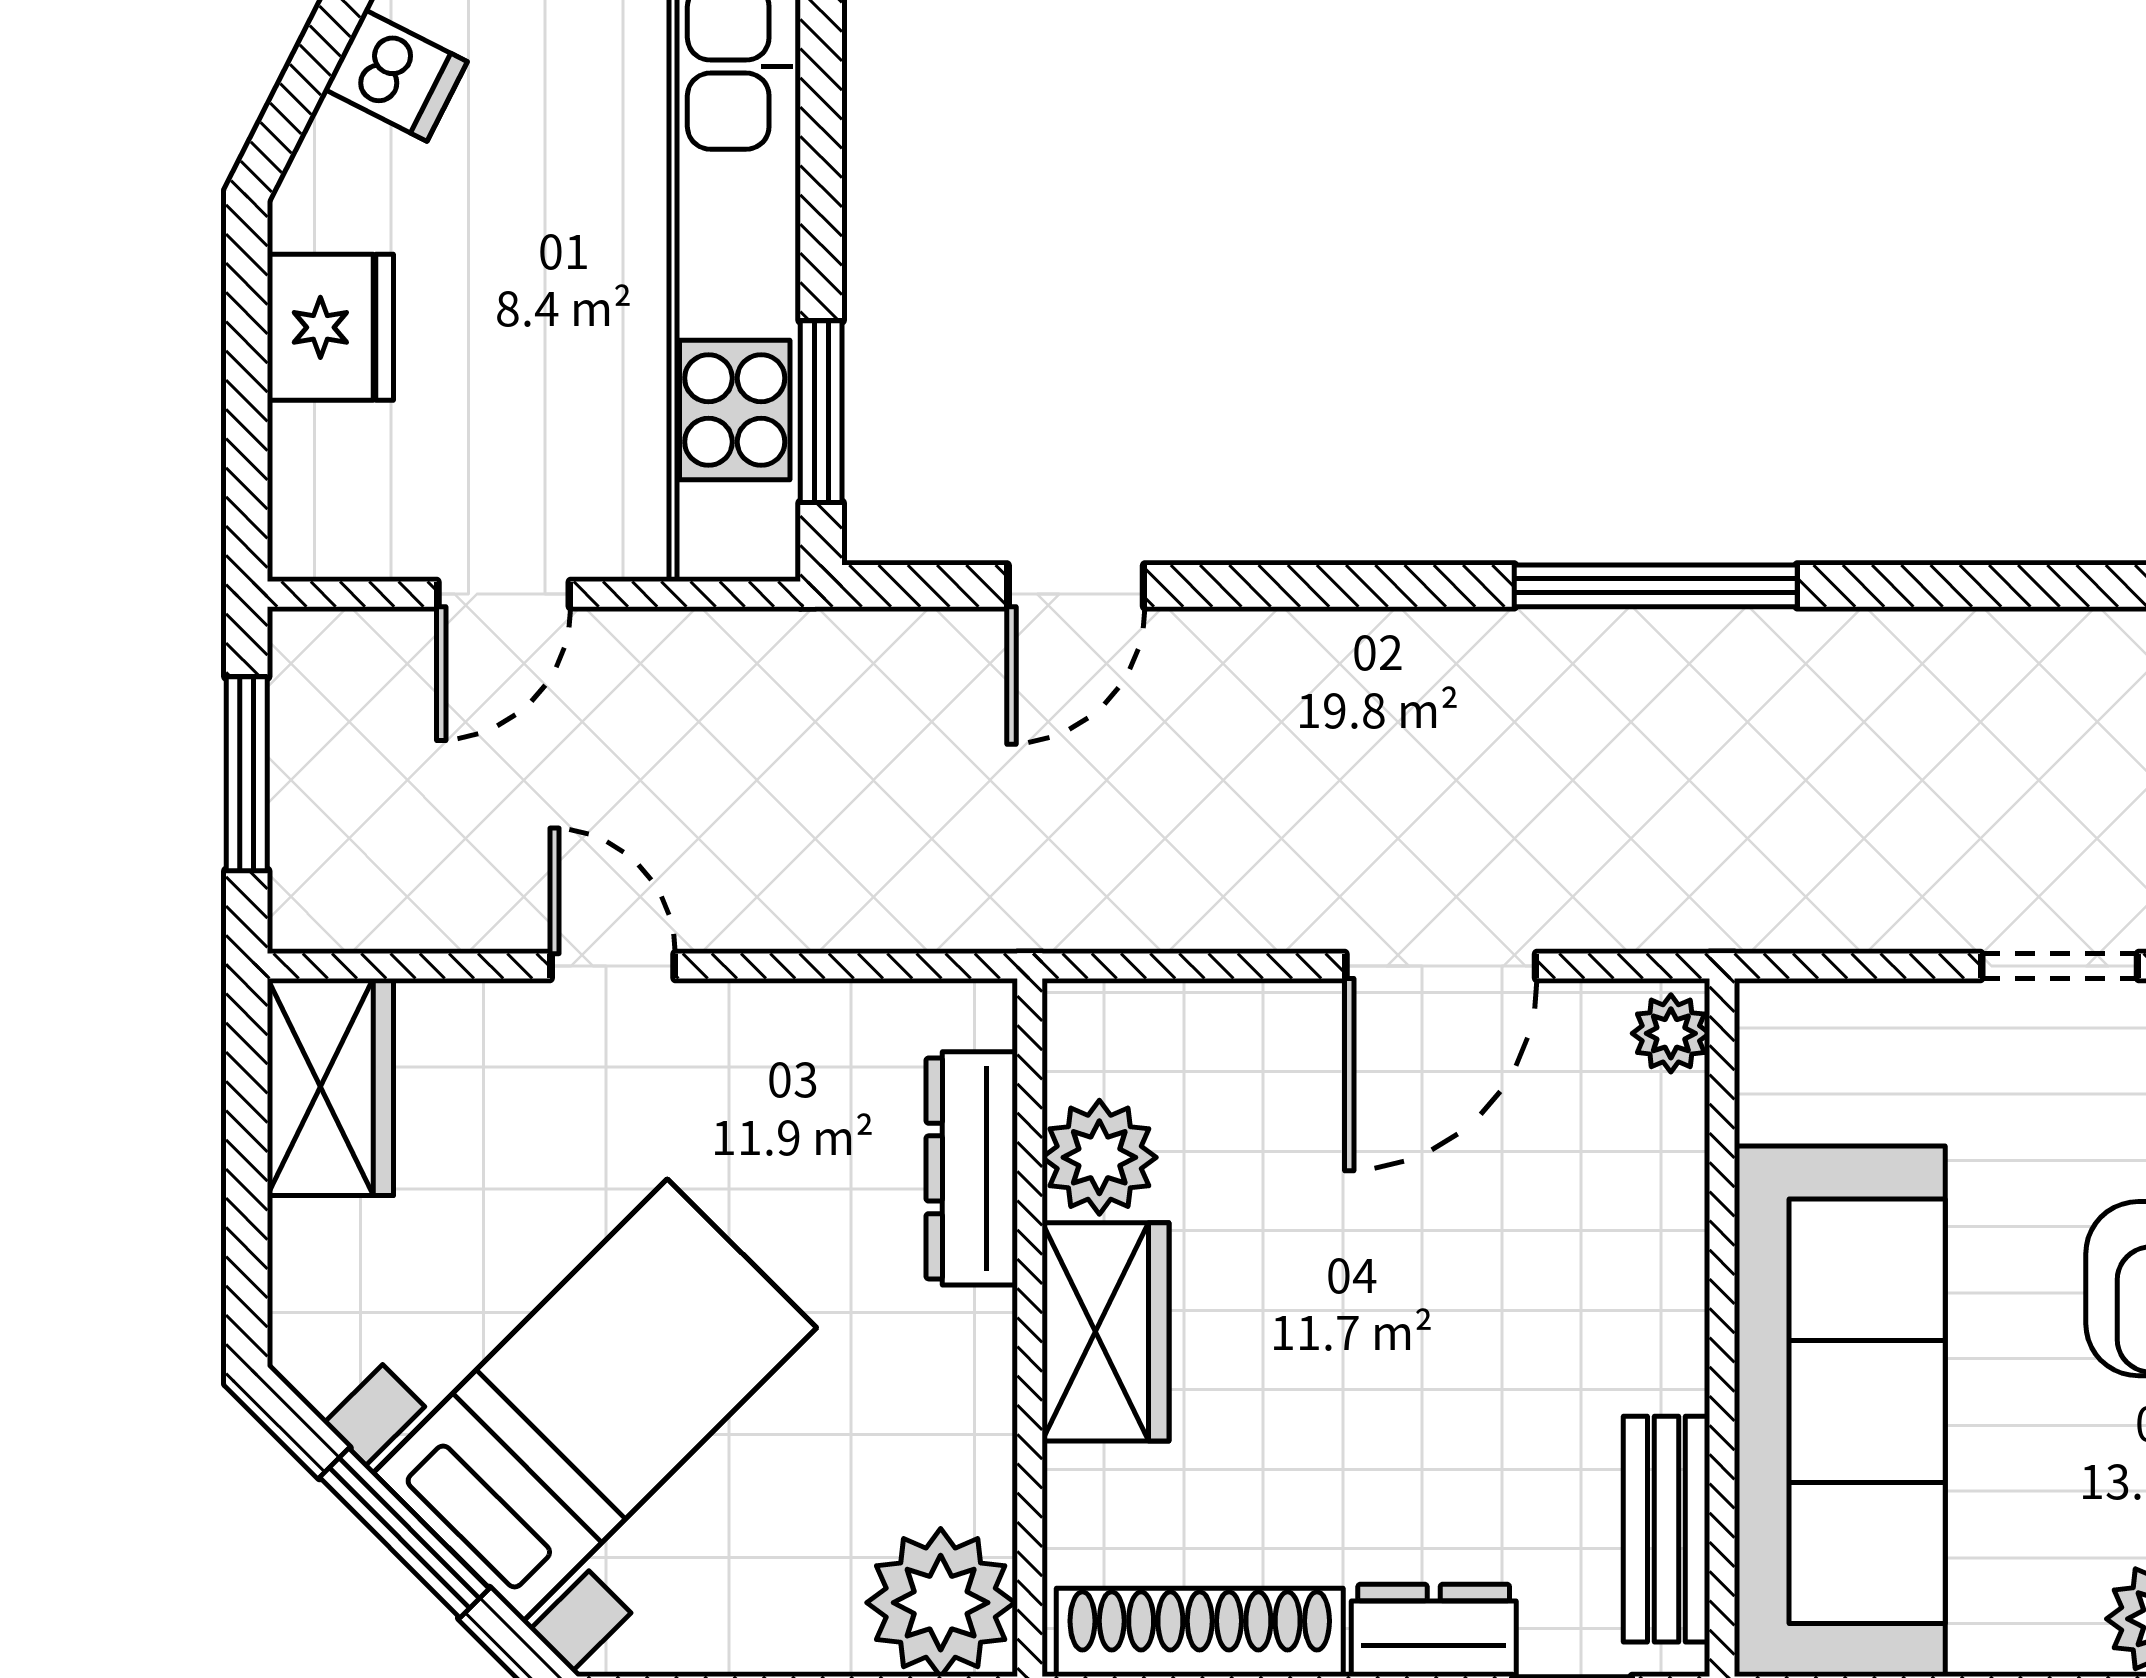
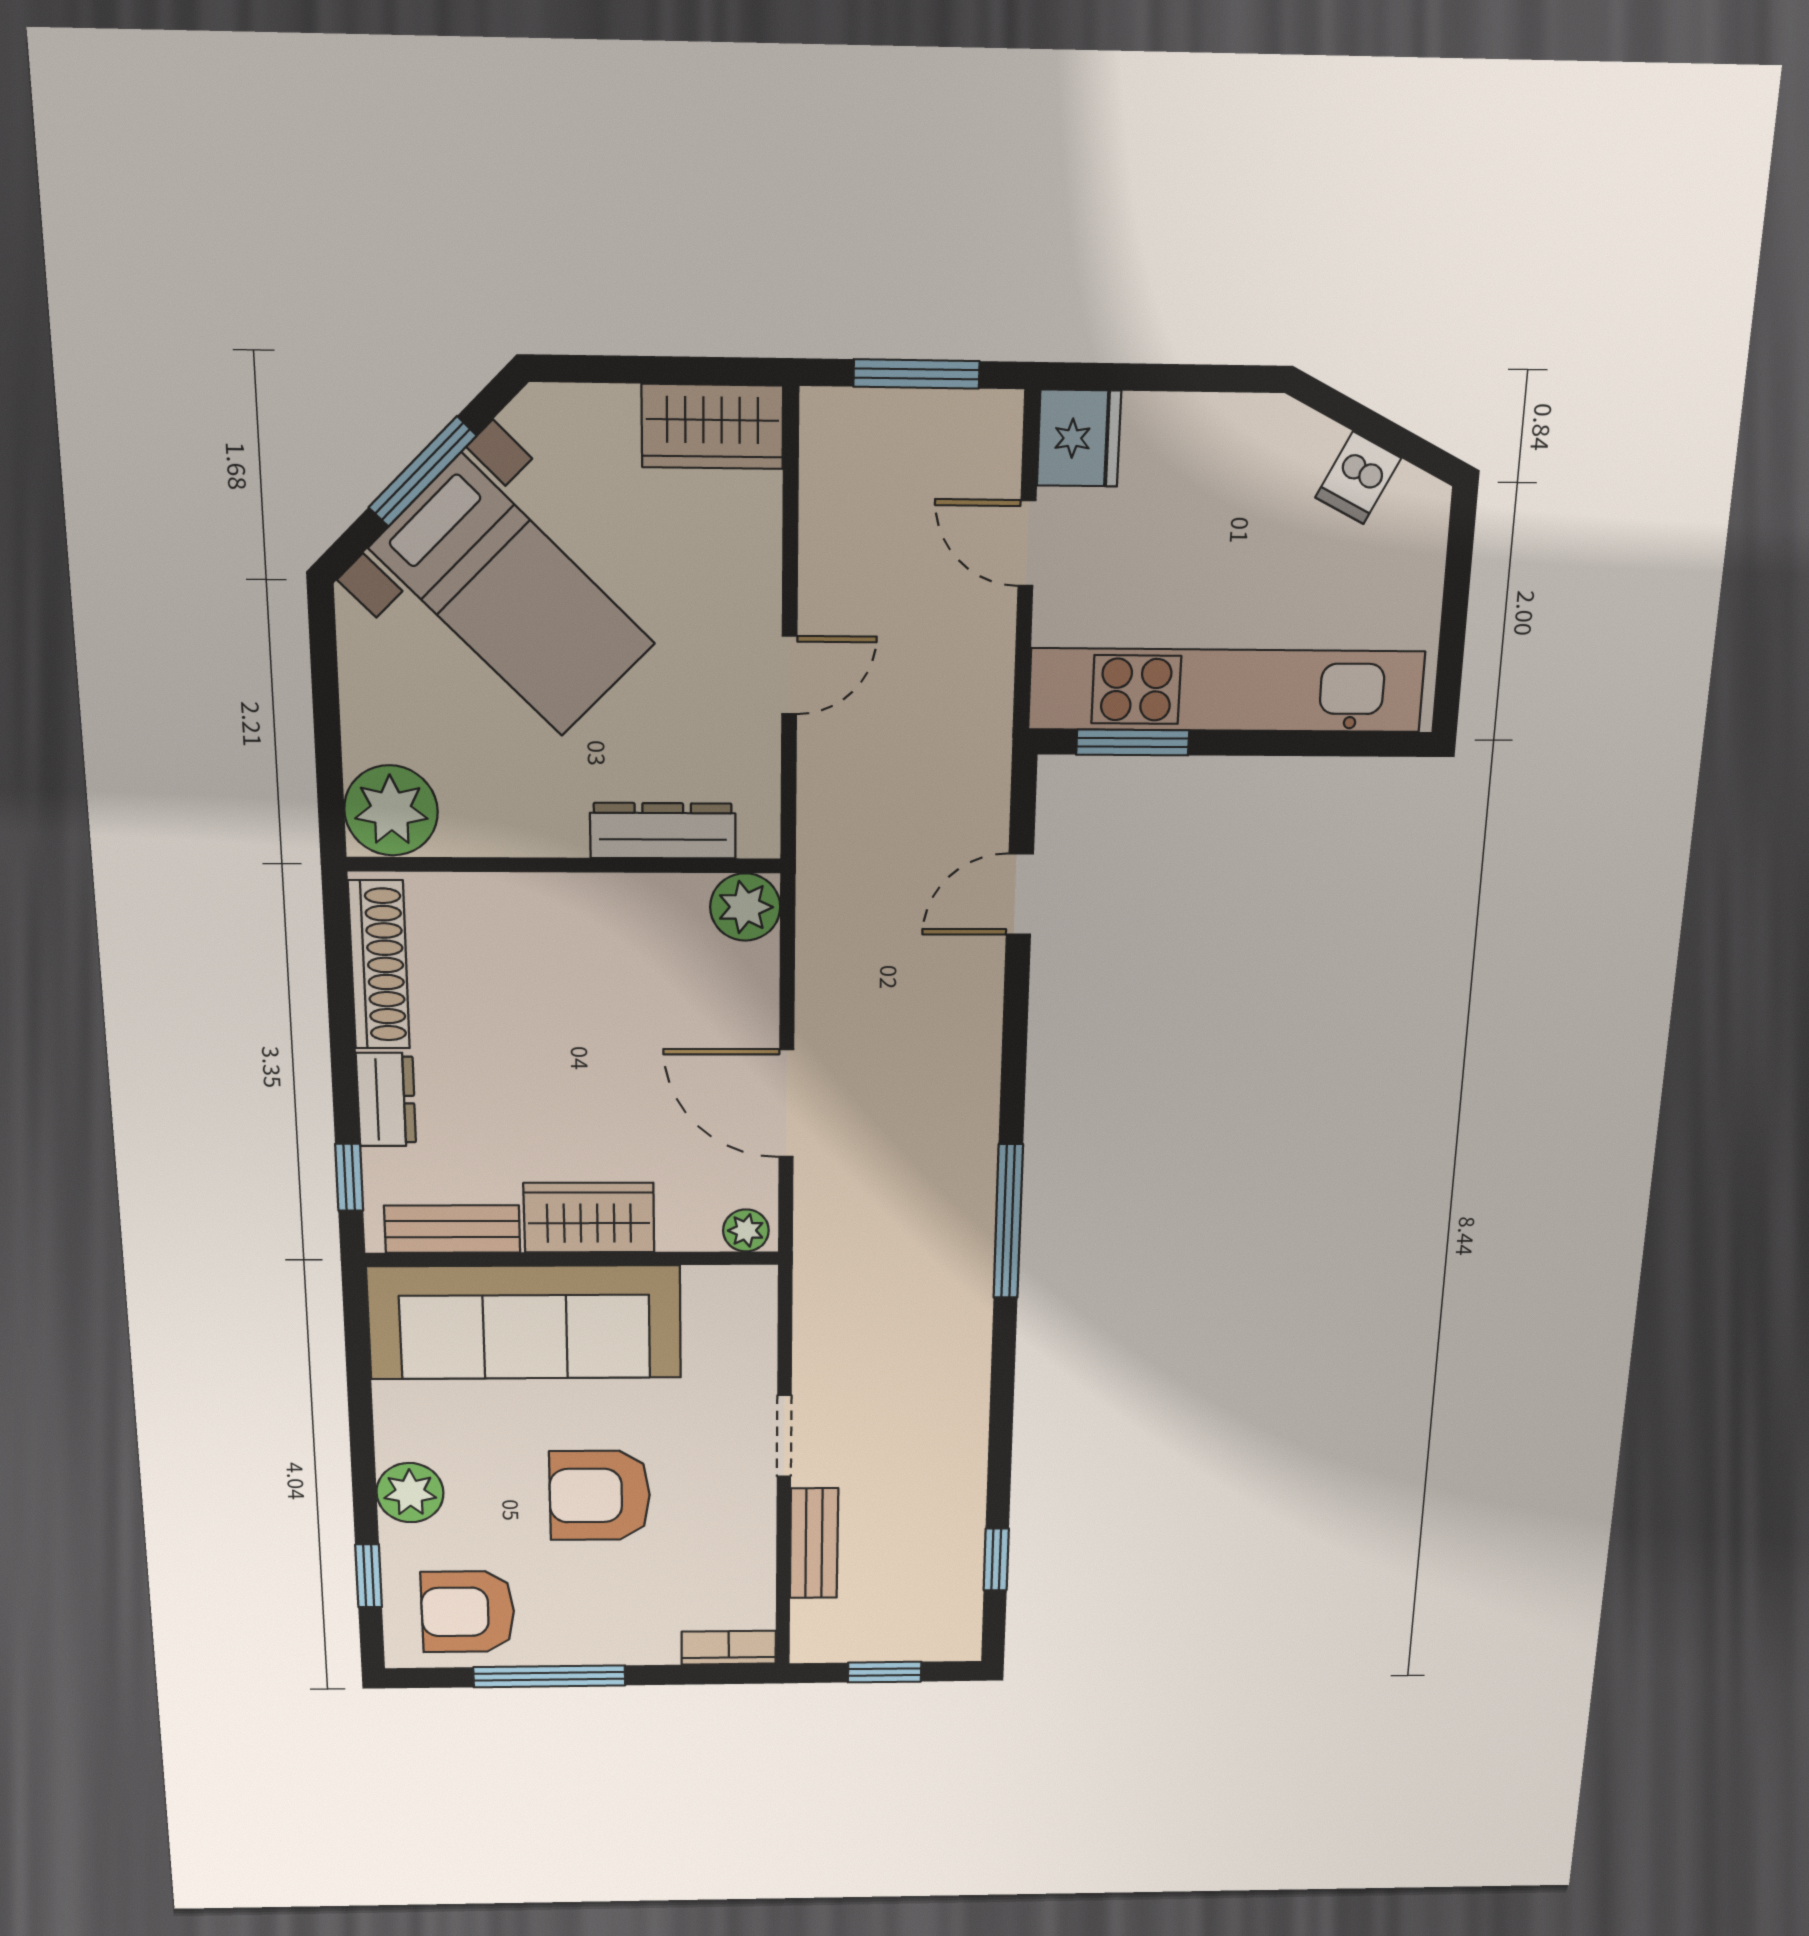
fridge: (330, 327) -> (1079, 438), moved, turned -90
door: (1076, 586) -> (1020, 894), hinge flipped
door: (613, 966) -> (789, 675), moved
plant: (1099, 1157) -> (745, 907), moved
wardrobe: (1106, 1332) -> (589, 1218), moved, turned 180

